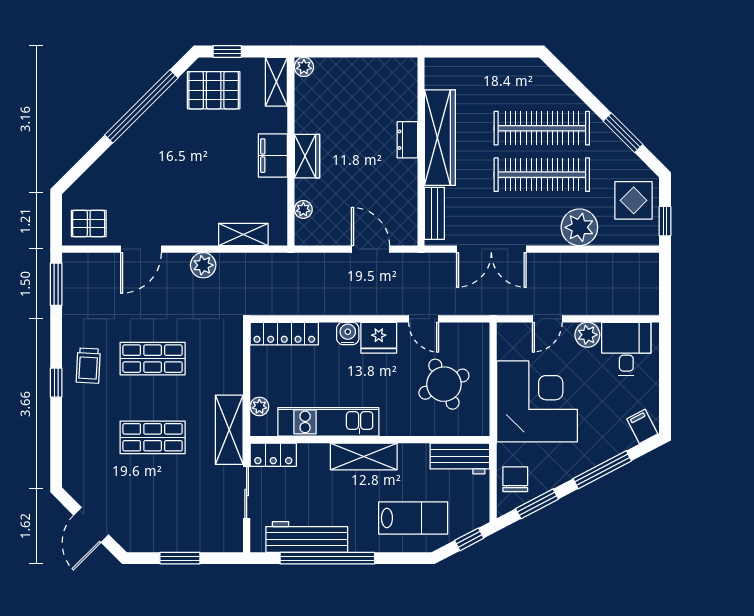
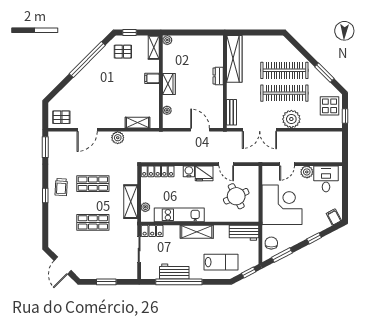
pallet: (214, 90) -> (123, 52), width x0.67, depth x0.71
wardrobe: (440, 138) -> (234, 59), moved
filing cabinet: (273, 156) -> (152, 78), width x0.50
plant: (579, 227) -> (291, 119), moved
shelving: (229, 430) -> (131, 202), moved
window: (602, 470) -> (314, 238), width x0.46
workbench: (307, 537) -> (174, 271), width x0.73

